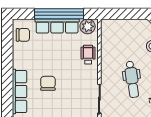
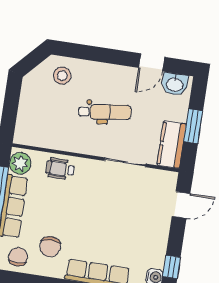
chair: (48, 83) -> (50, 247), moved, turned -90

